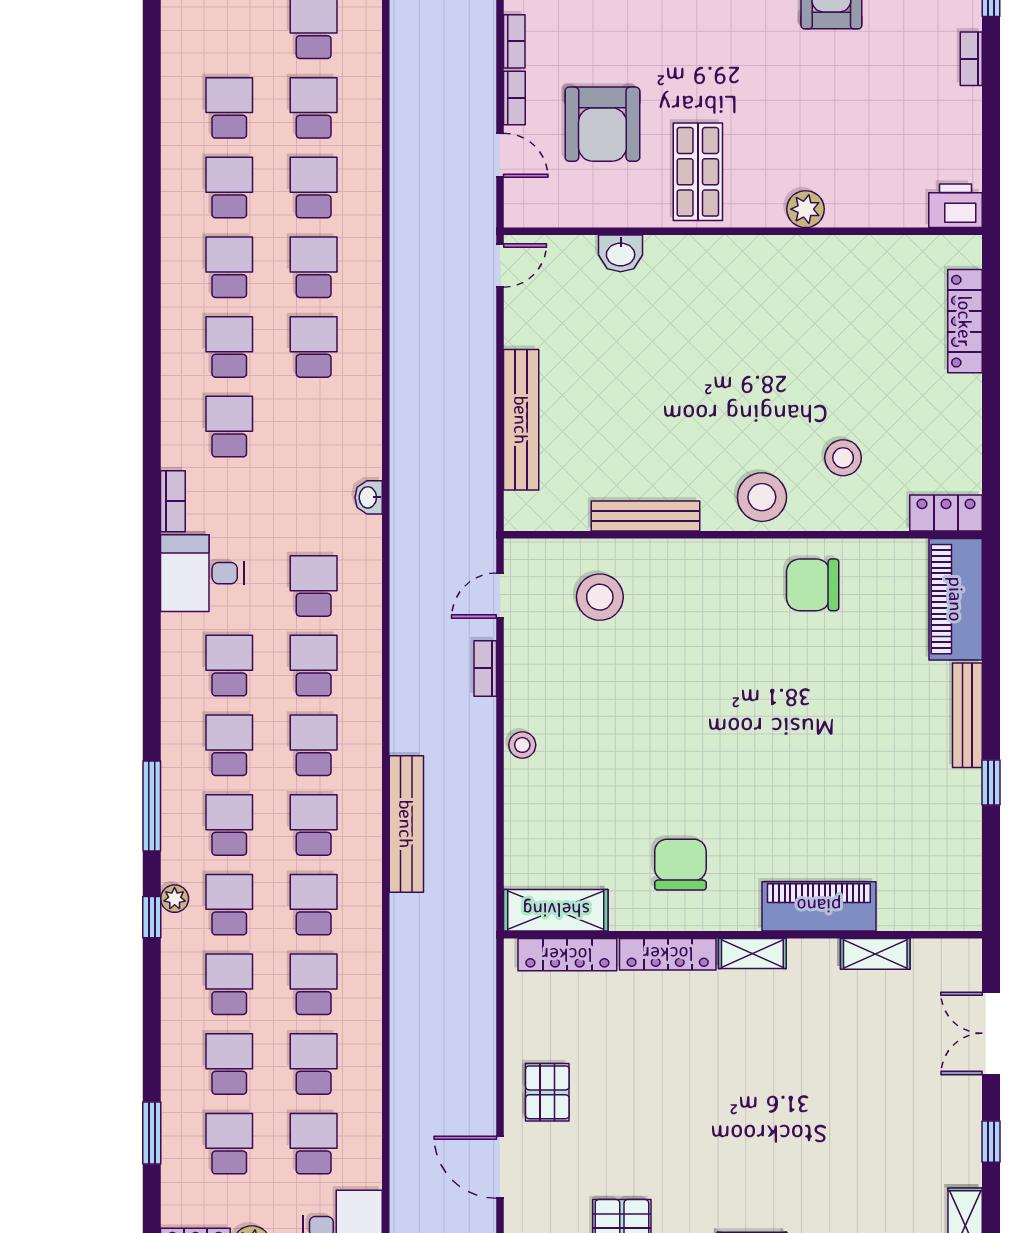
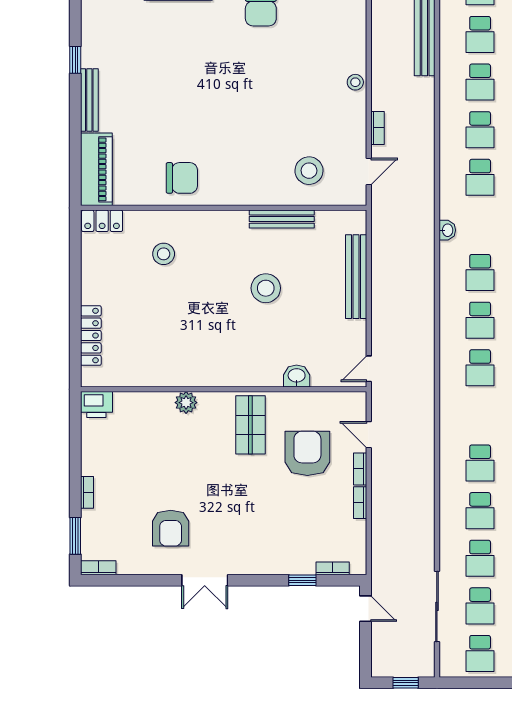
school desk: (314, 188) -> (480, 273), moved
stool: (762, 497) -> (266, 288), moved

